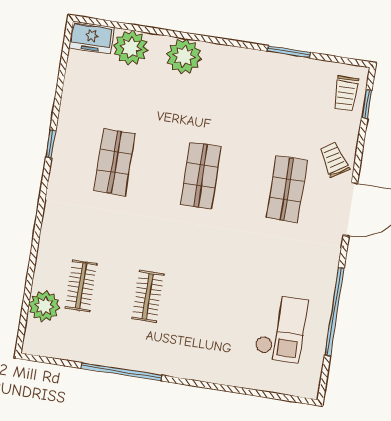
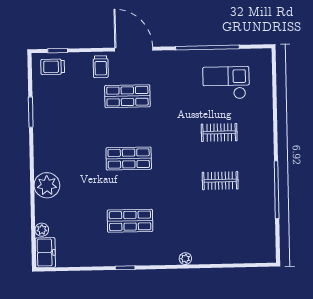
plant: (131, 48) -> (42, 230), width x0.53, depth x0.53
trolley: (346, 93) -> (53, 67), turned 180
trolley: (334, 160) -> (101, 67), turned -57
clothes rail: (81, 286) -> (219, 132), moved
plant: (44, 306) -> (185, 259), moved, width x0.53, depth x0.53

